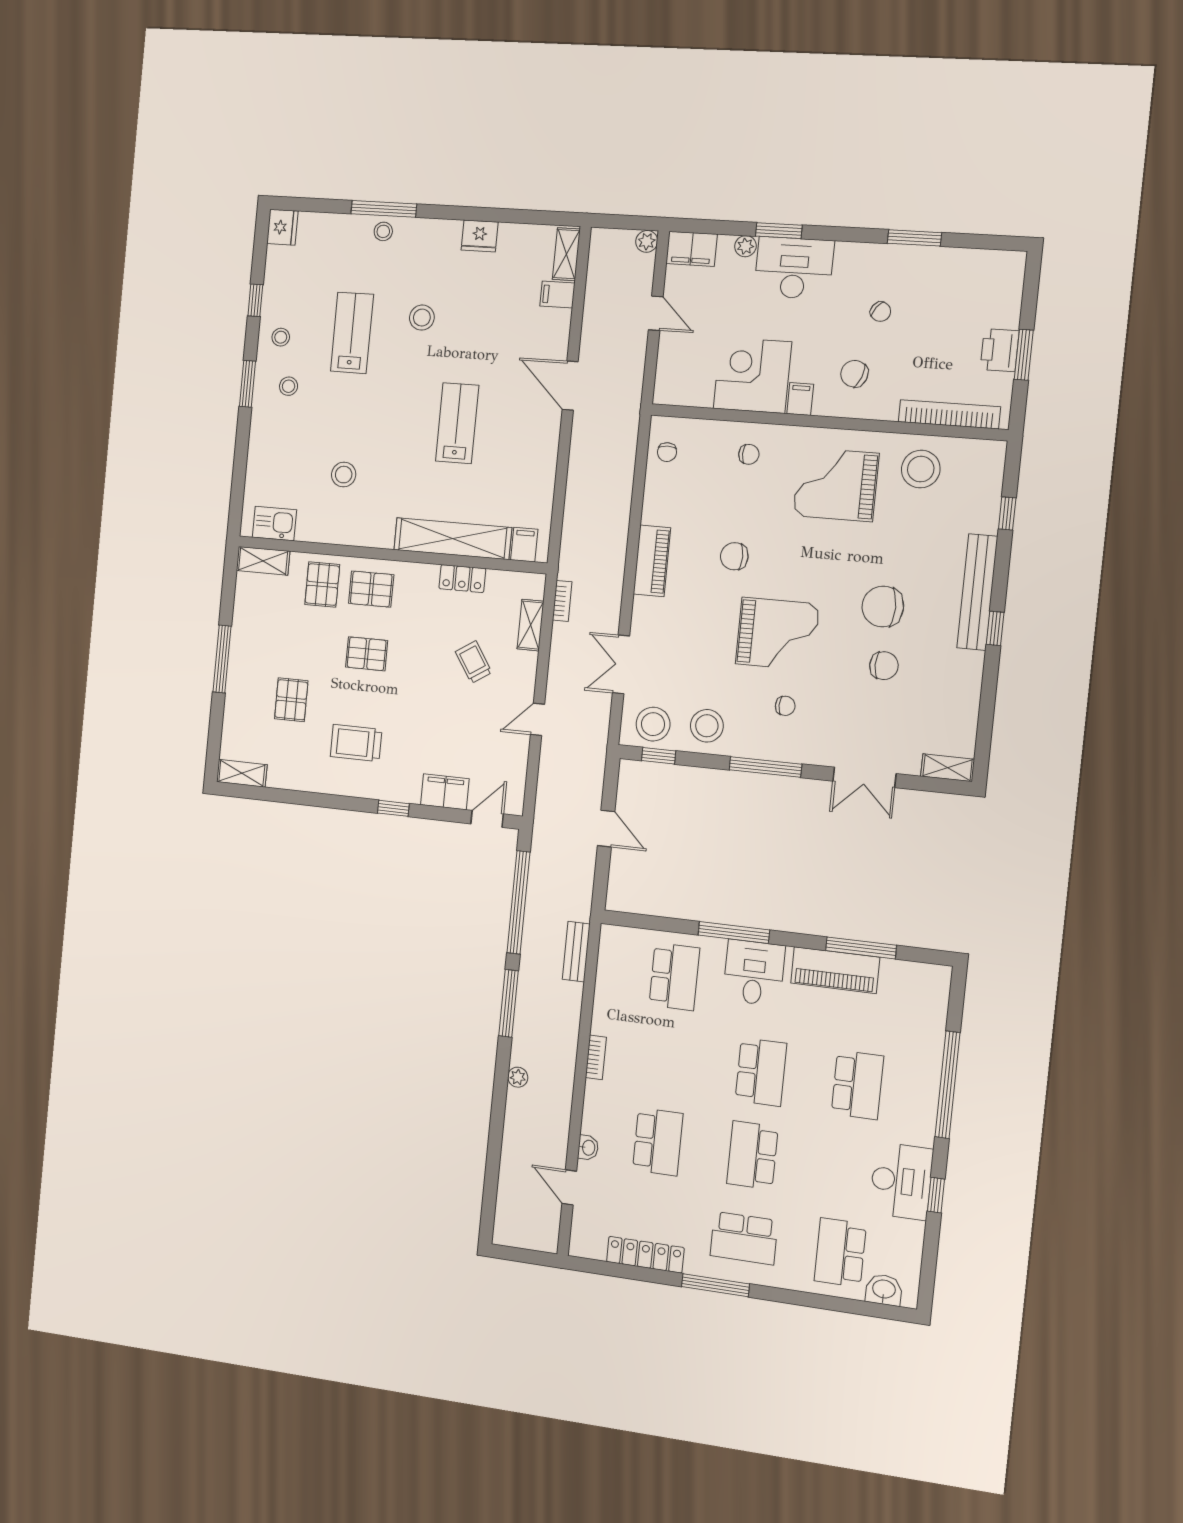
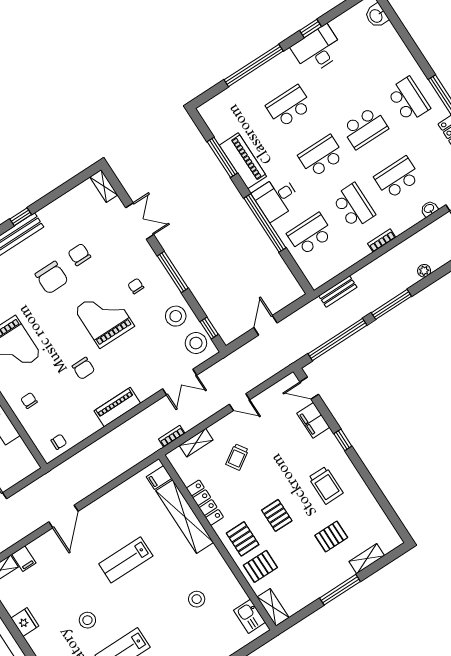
locker: (462, 579) -> (205, 503), width x1.53
shelving: (242, 773) -> (367, 559), moved, turned 90
window: (734, 933) -> (265, 223), width x1.46
school desk: (840, 1253) -> (354, 206), moved, turned -90

